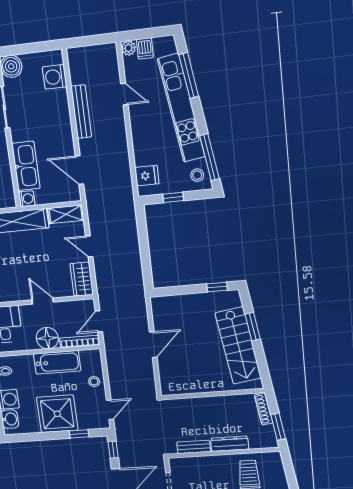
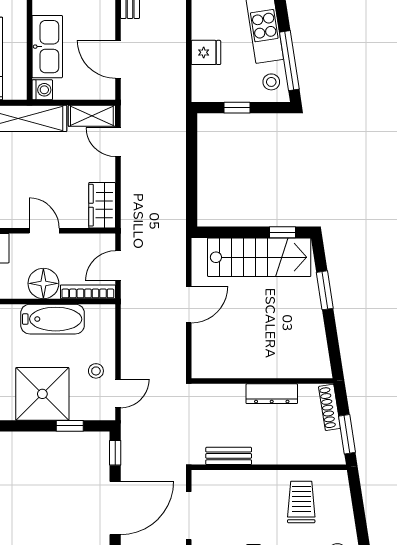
fridge: (147, 176) -> (206, 52), moved
door: (89, 246) -> (118, 142), moved
stairs: (238, 346) -> (259, 257), moved, turned -81
stool: (94, 381) -> (96, 371), moved
dresser: (230, 444) -> (272, 394), moved, turned 180

